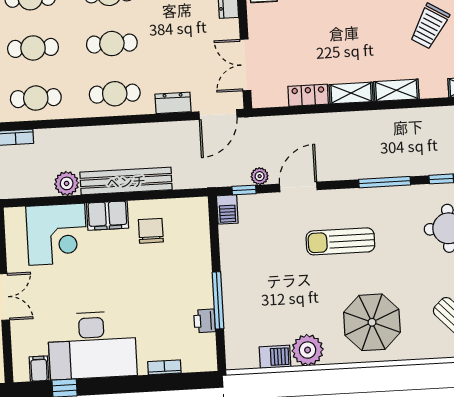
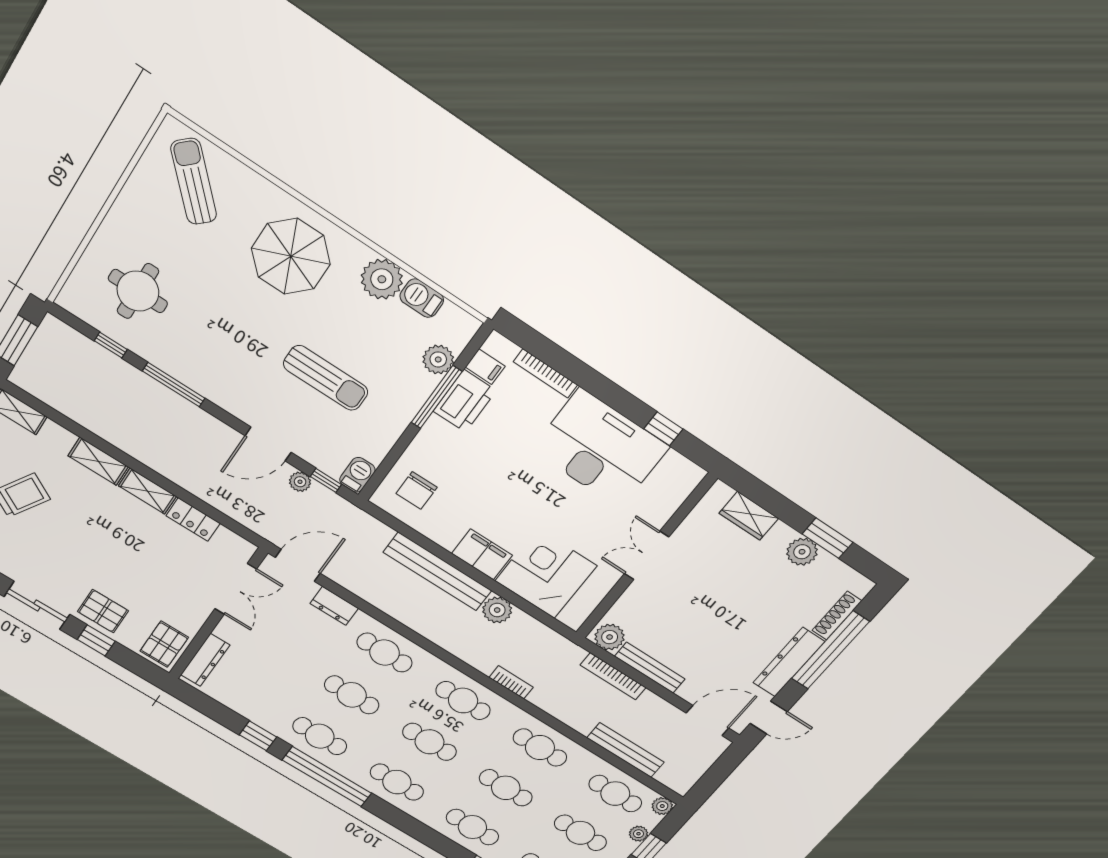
chair: (151, 231) -> (417, 490), moved
sun lounger: (340, 241) -> (326, 378), moved
printer: (205, 321) -> (465, 401), width x1.87, depth x1.48
plant: (236, 326) -> (438, 359), added
bookcase: (164, 367) -> (545, 373), width x1.56
filing cabinet: (39, 369) -> (485, 367), moved, turned -90

